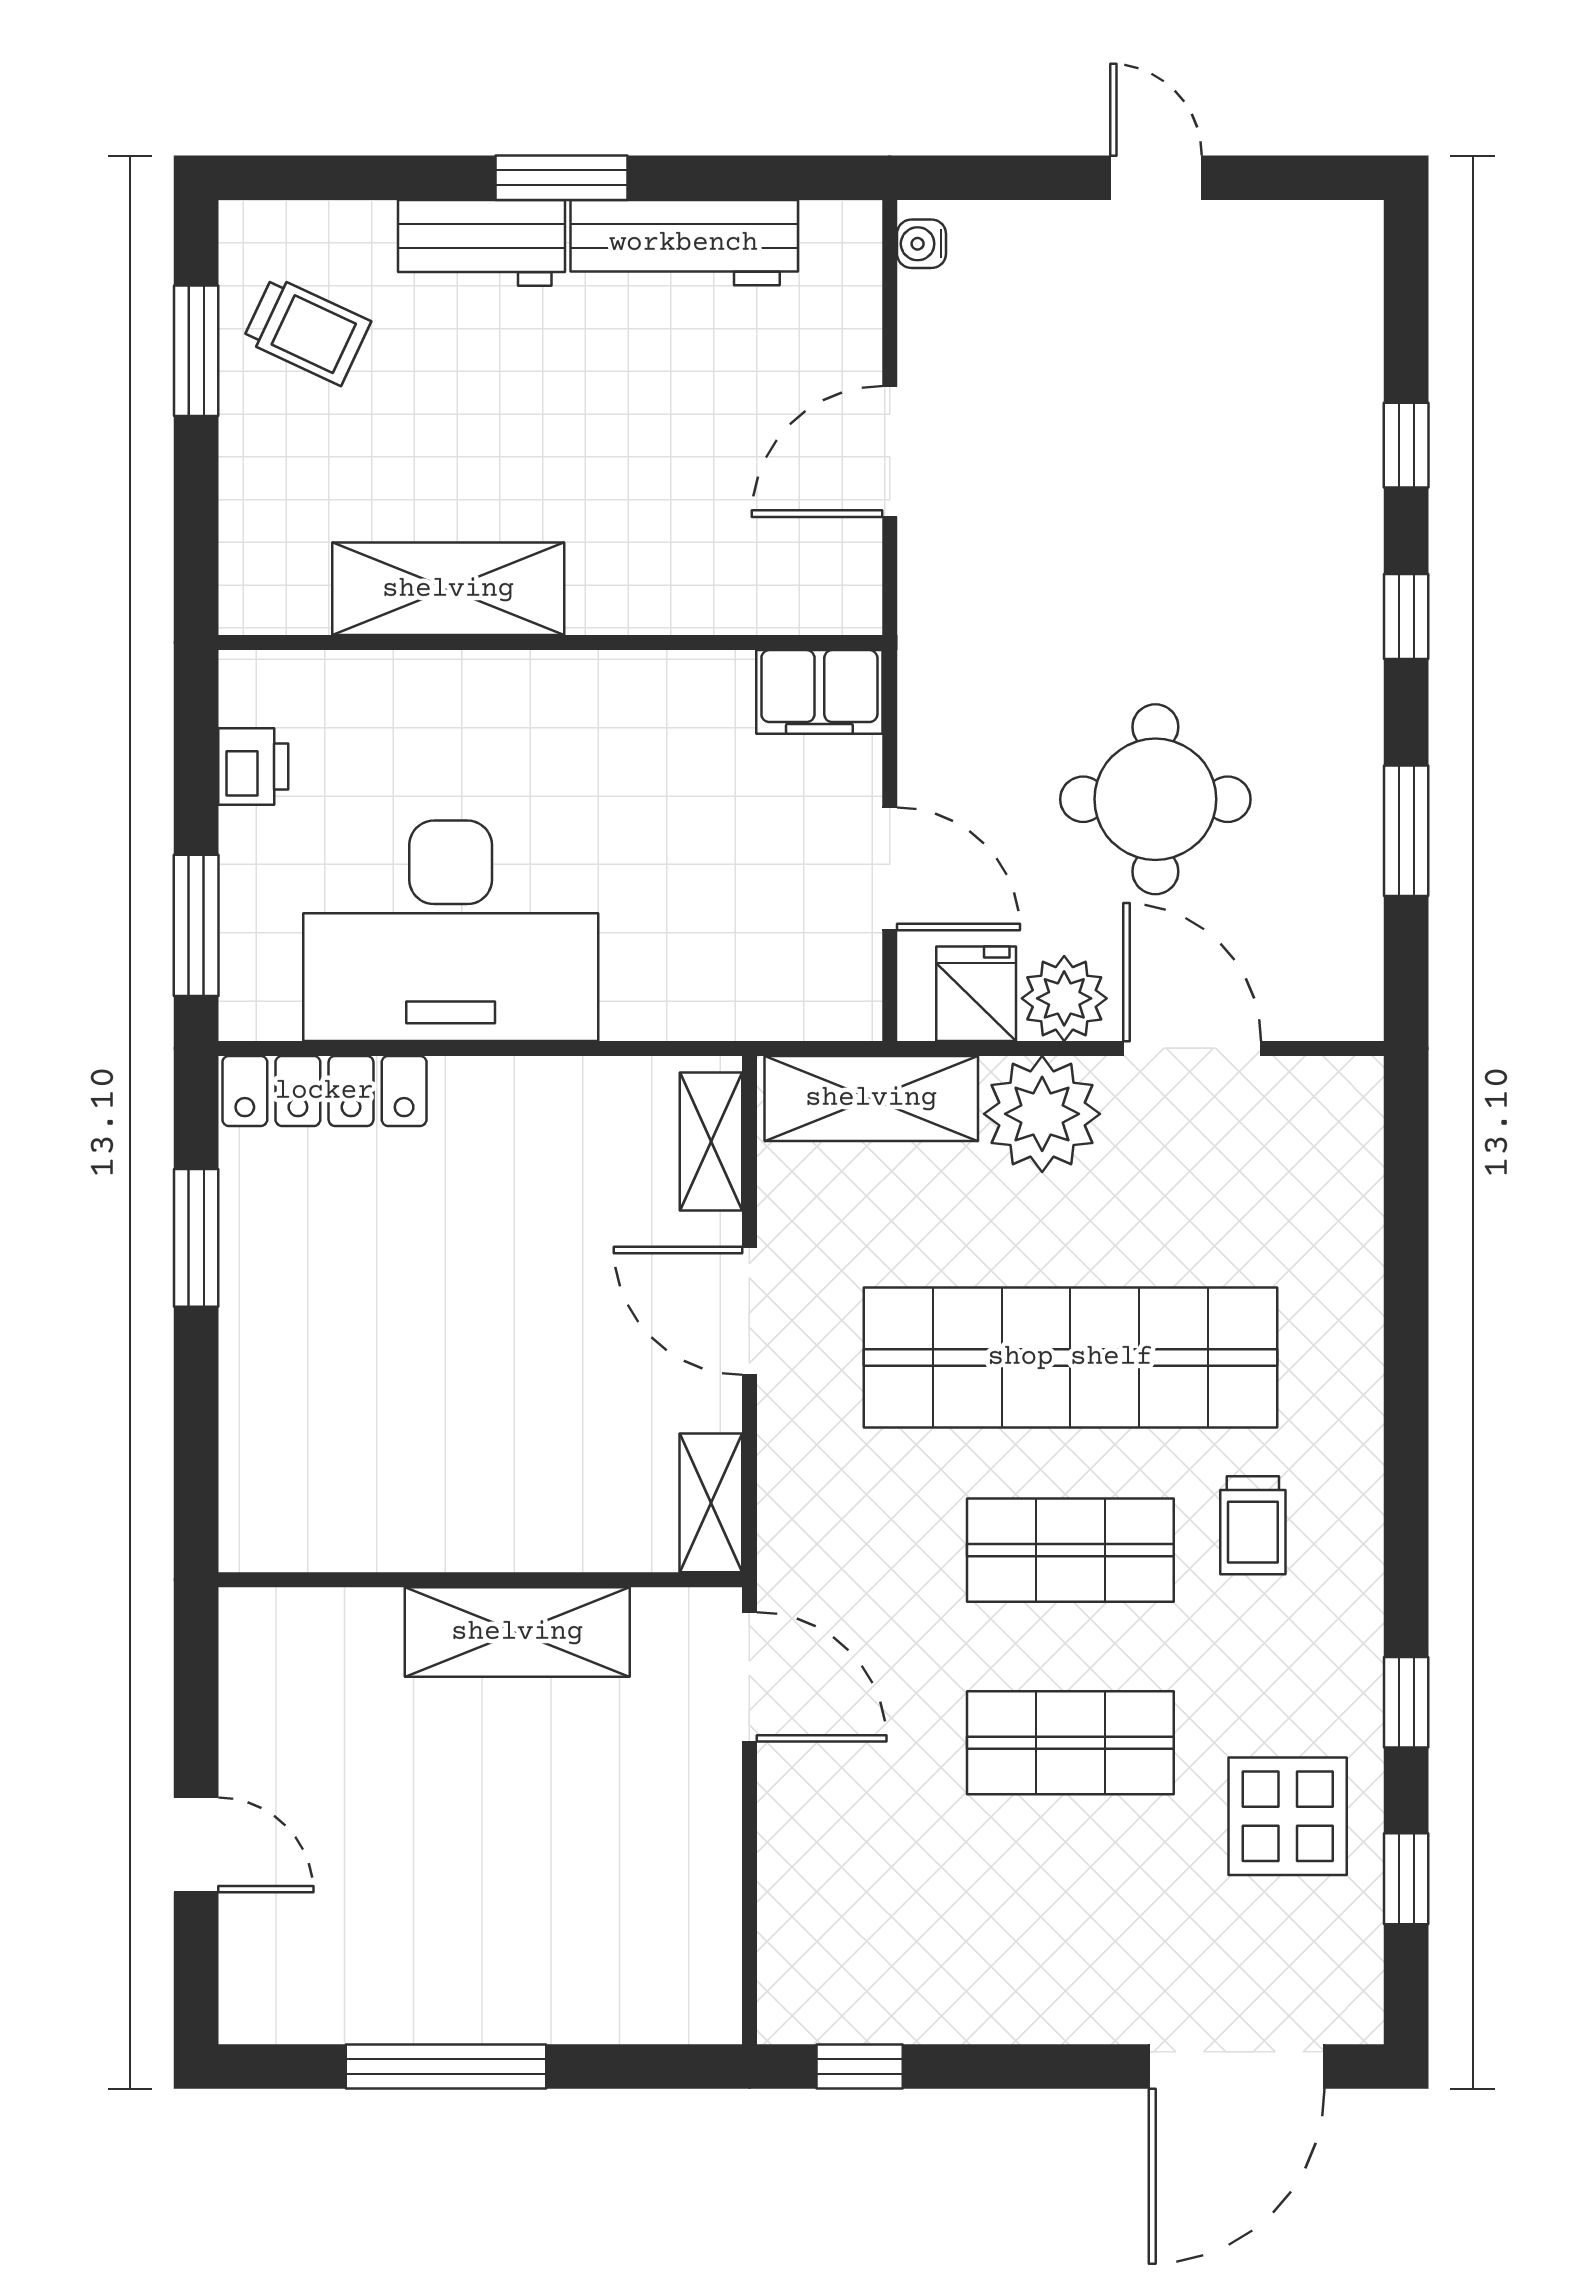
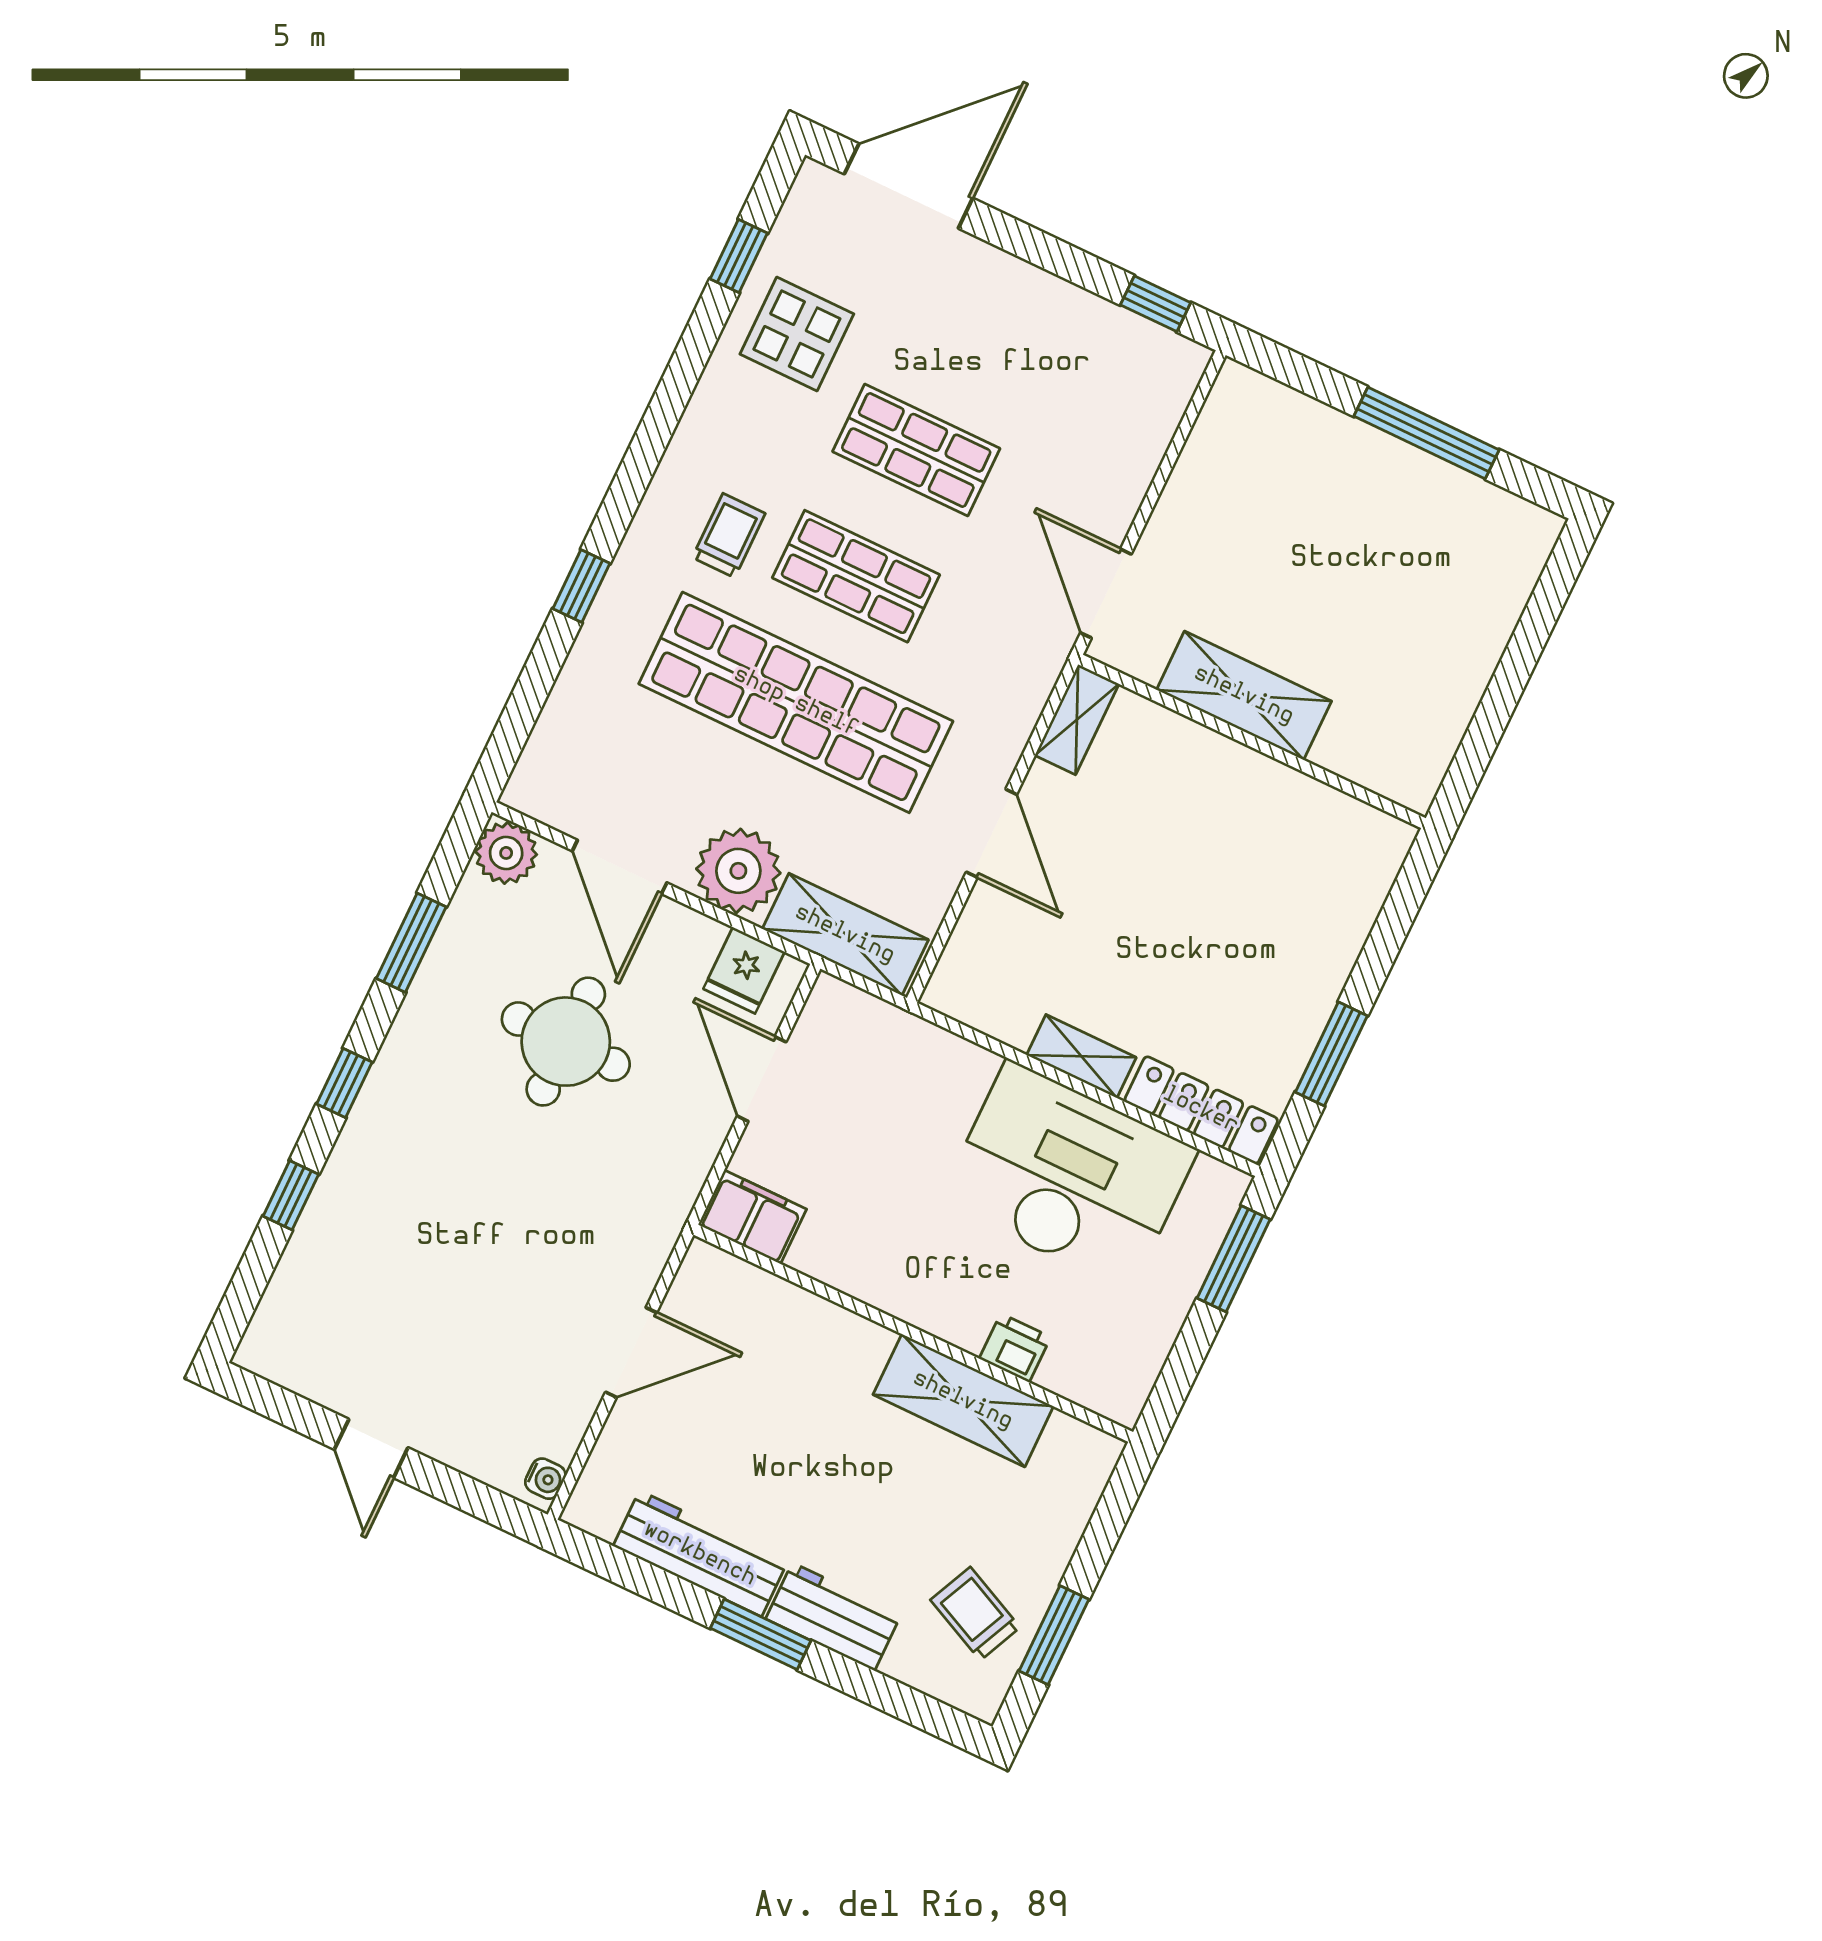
printer: (253, 767) -> (1015, 1348), moved, turned 90
plant: (1064, 998) -> (506, 853), moved
shelving: (711, 1141) -> (1081, 1056), moved, turned 90
window: (1406, 1702) -> (581, 586), moved
door: (196, 1845) -> (1521, 656), removed

